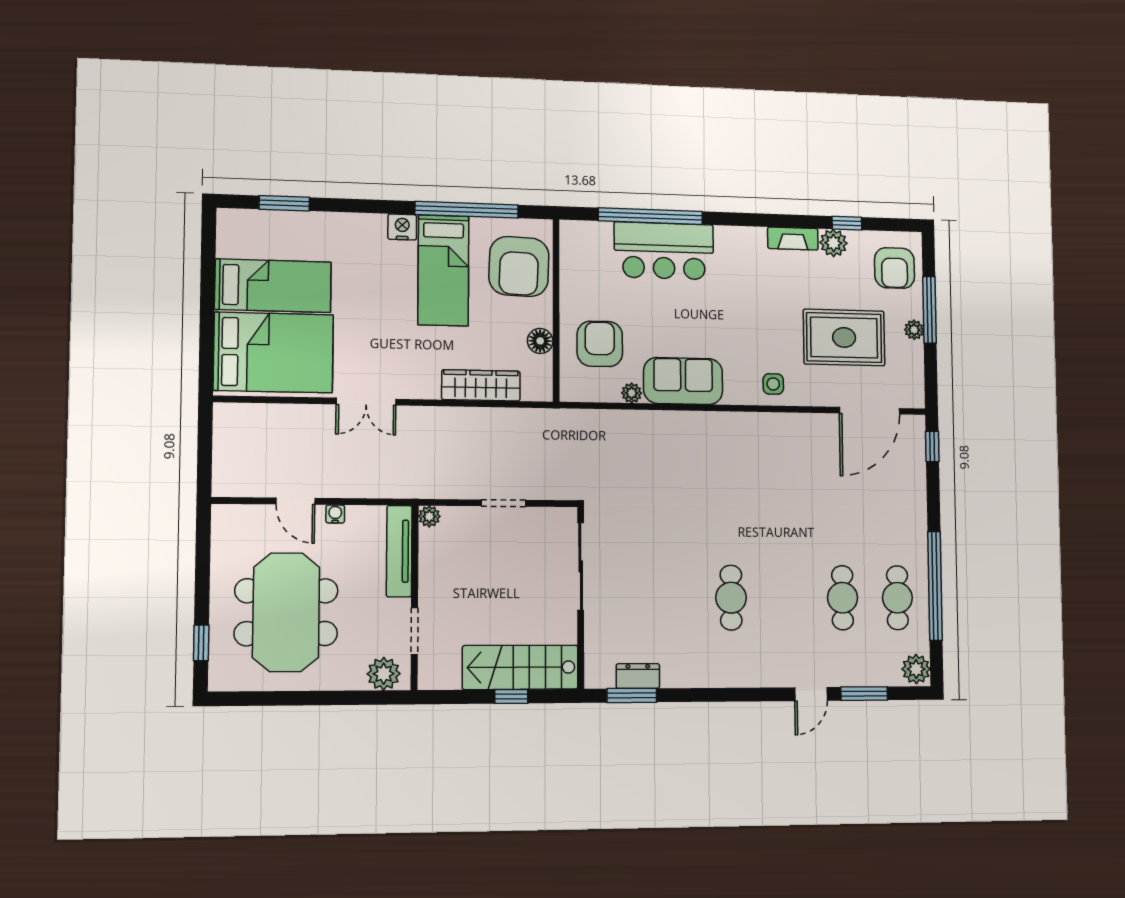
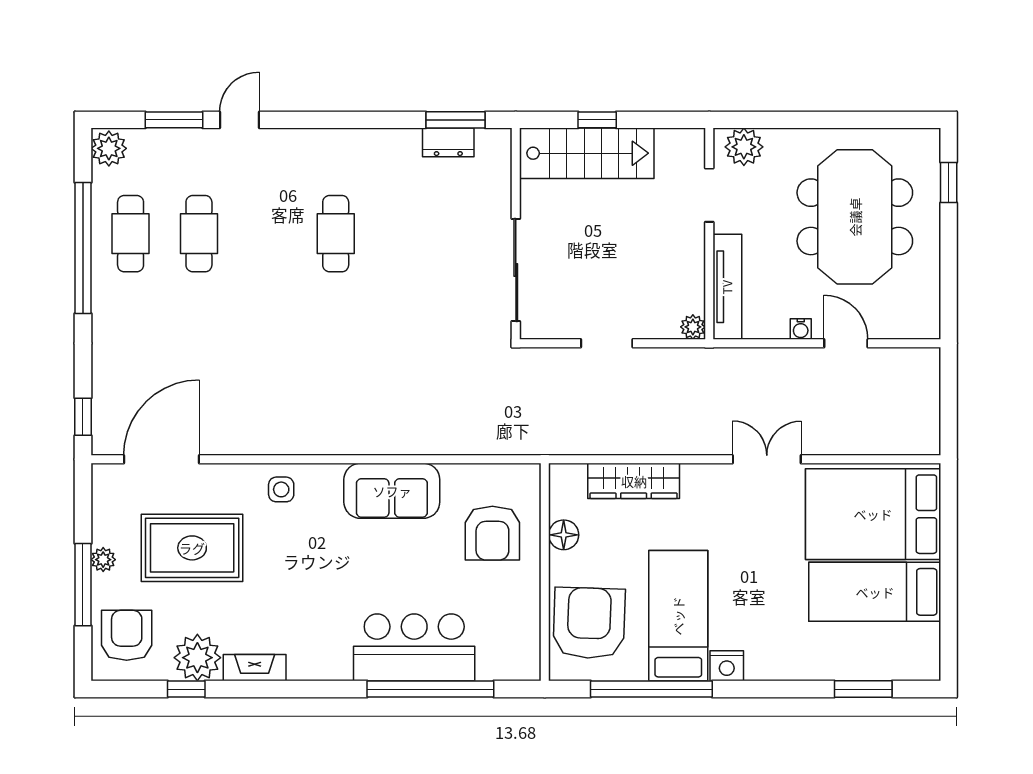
plant: (833, 243) -> (197, 658), width x1.36, depth x1.36
plant: (632, 393) -> (454, 475), removed

